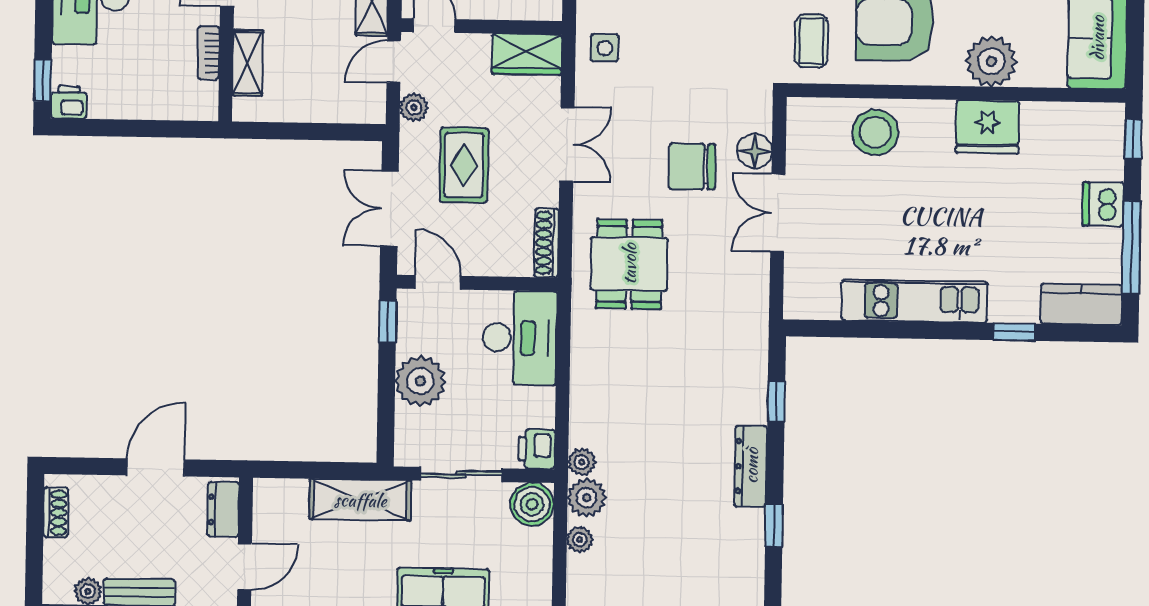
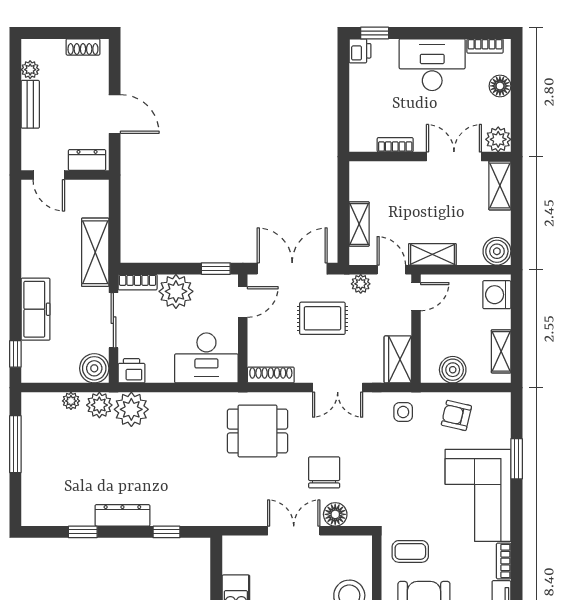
shelving: (248, 63) -> (359, 224), moved, turned 90
double door: (389, 209) -> (292, 269), width x1.37
bookcase: (406, 438) -> (138, 282), added
plant: (582, 462) -> (131, 409), width x1.87, depth x1.87

